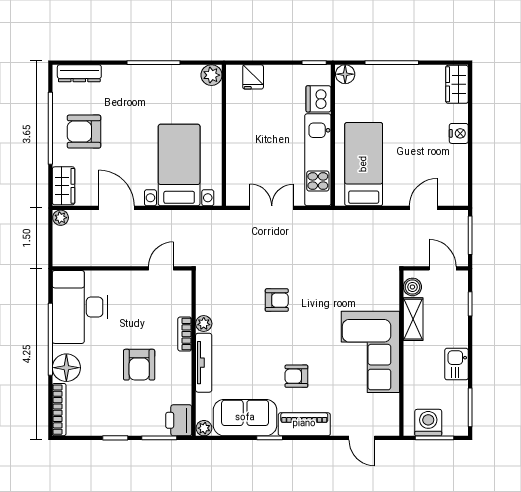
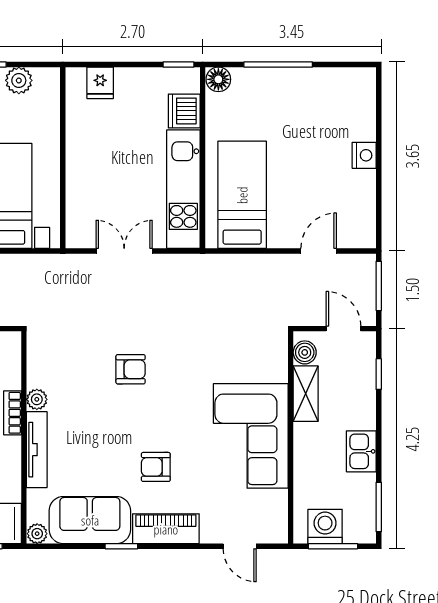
plant: (211, 75) -> (19, 80), moved
wardrobe: (457, 84) -> (362, 92), removed

